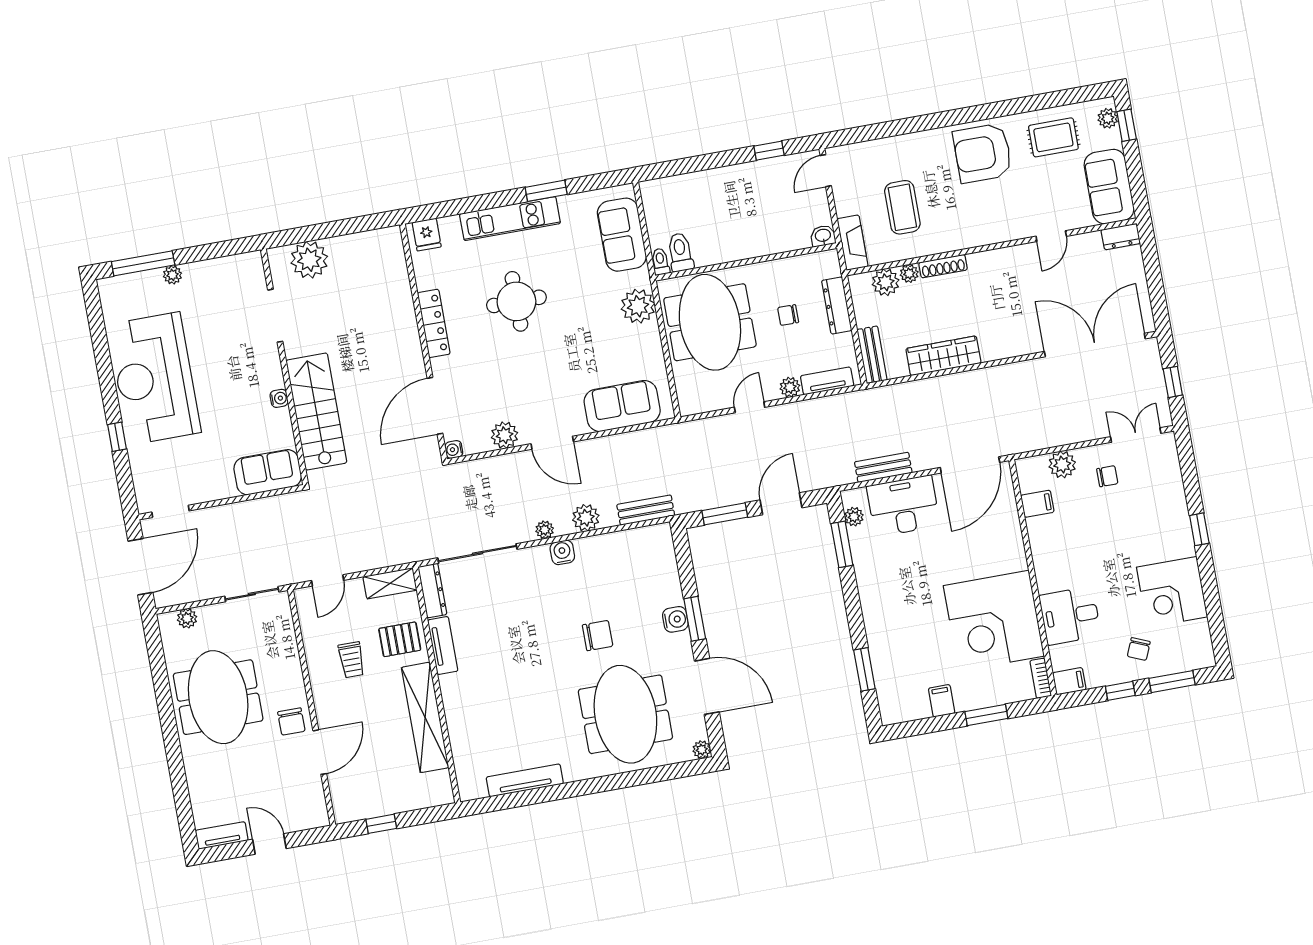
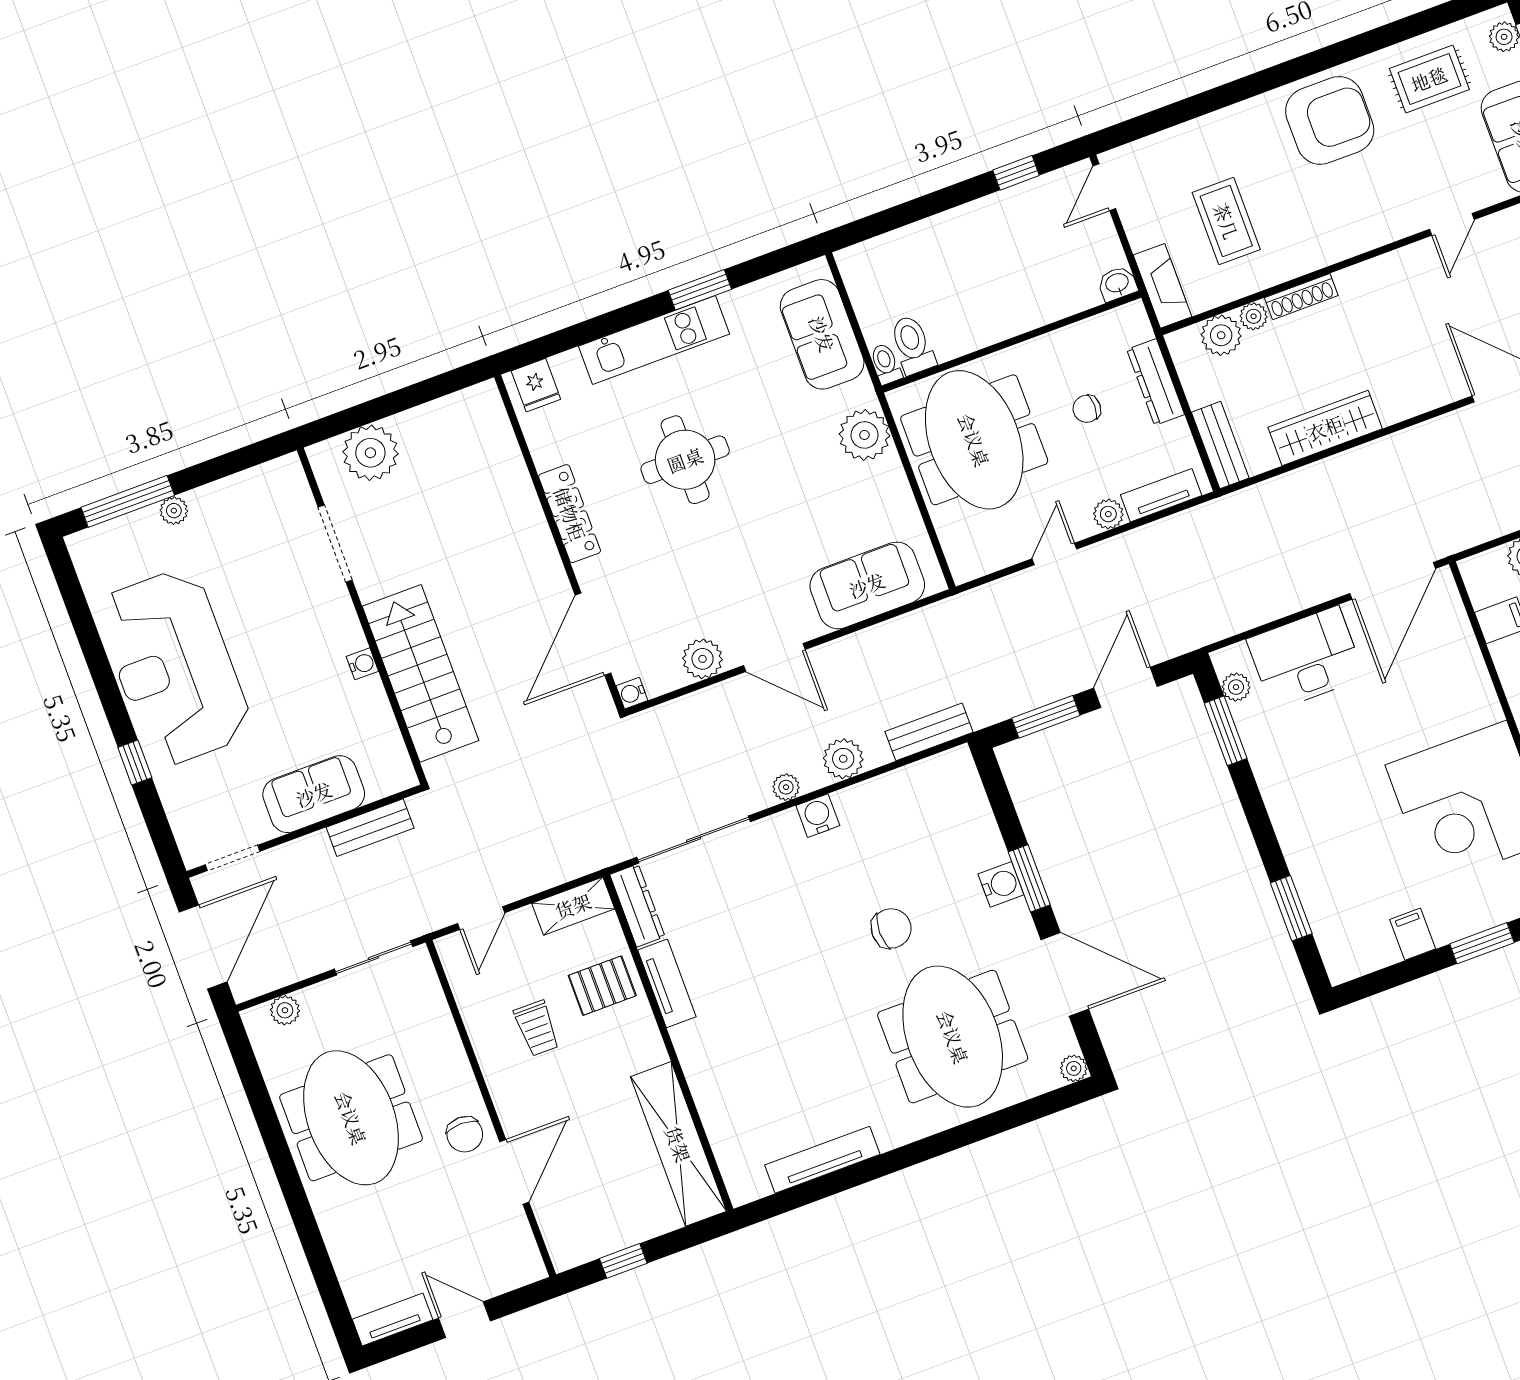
armchair: (983, 153) -> (1330, 120), turned 180
bench: (883, 467) -> (370, 828), moved
sofa: (268, 472) -> (314, 794), moved
shelving: (425, 717) -> (678, 1144), moved

